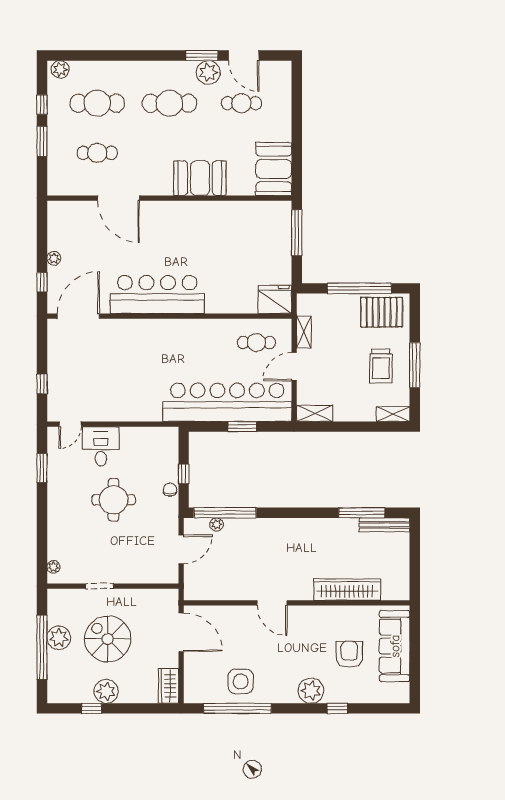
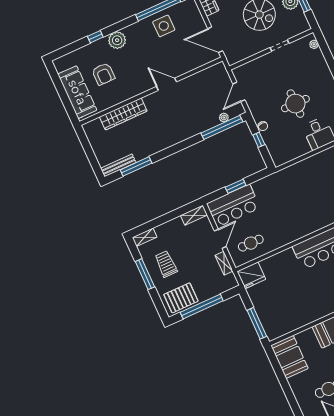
bar counter: (227, 402) -> (233, 206), width x0.54

